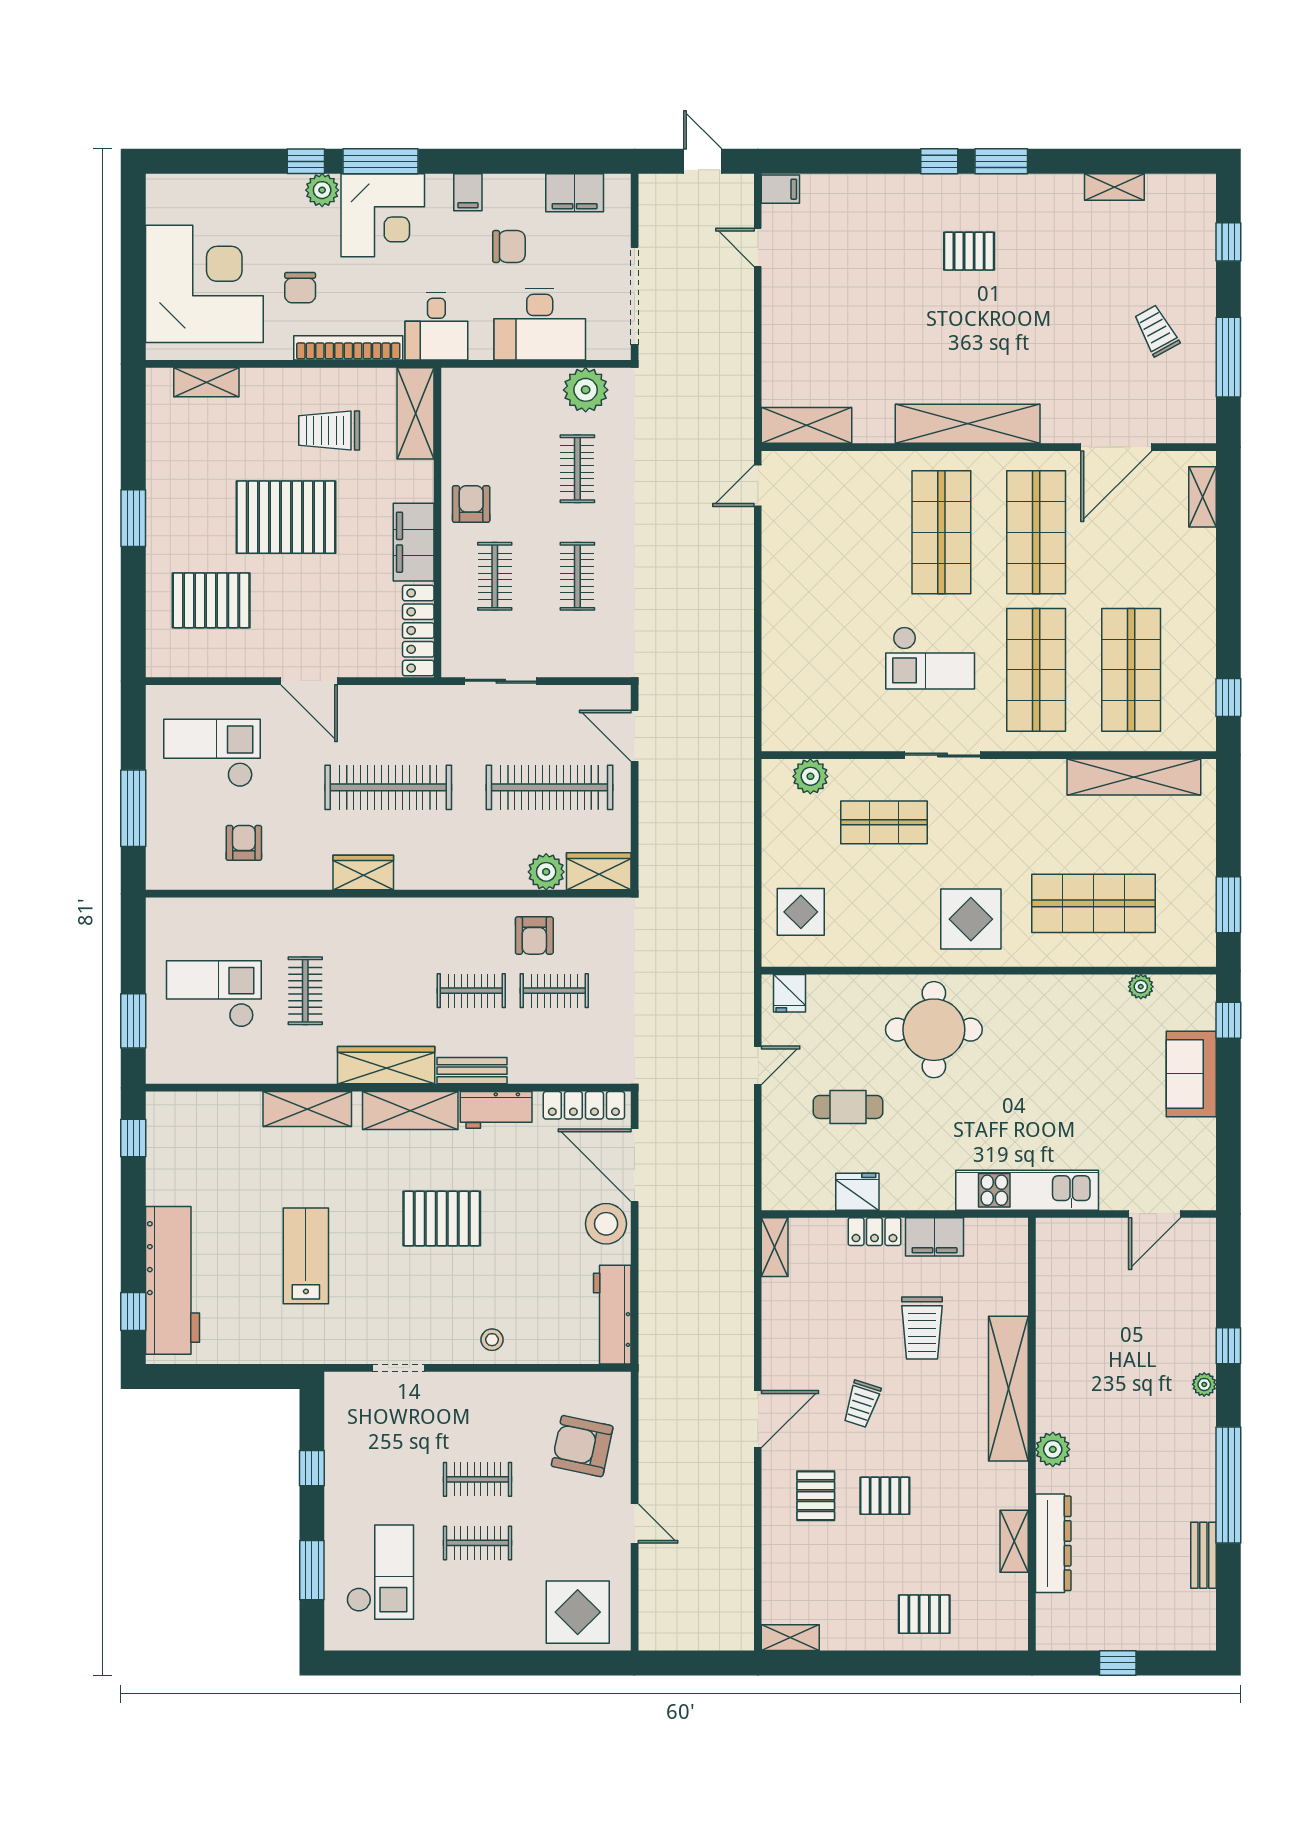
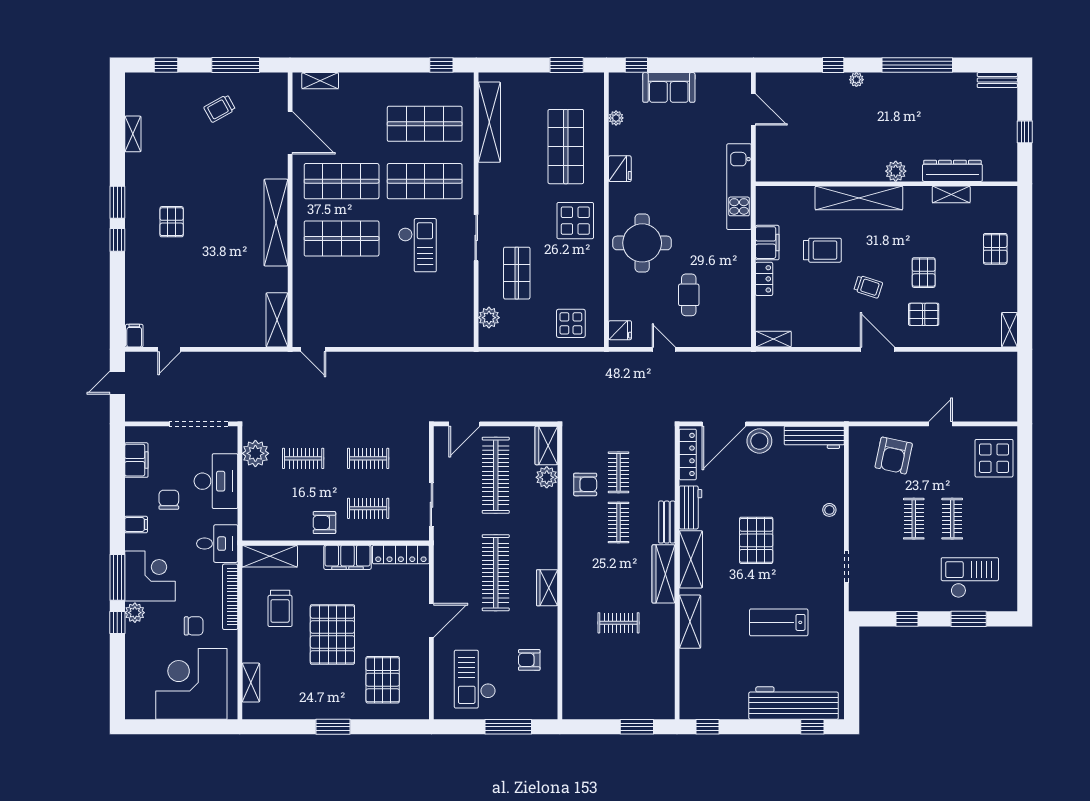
checkout: (214, 994) -> (620, 678), removed
fridge: (857, 1192) -> (620, 169), moved, turned 180
bench: (1203, 1555) -> (997, 80), moved

